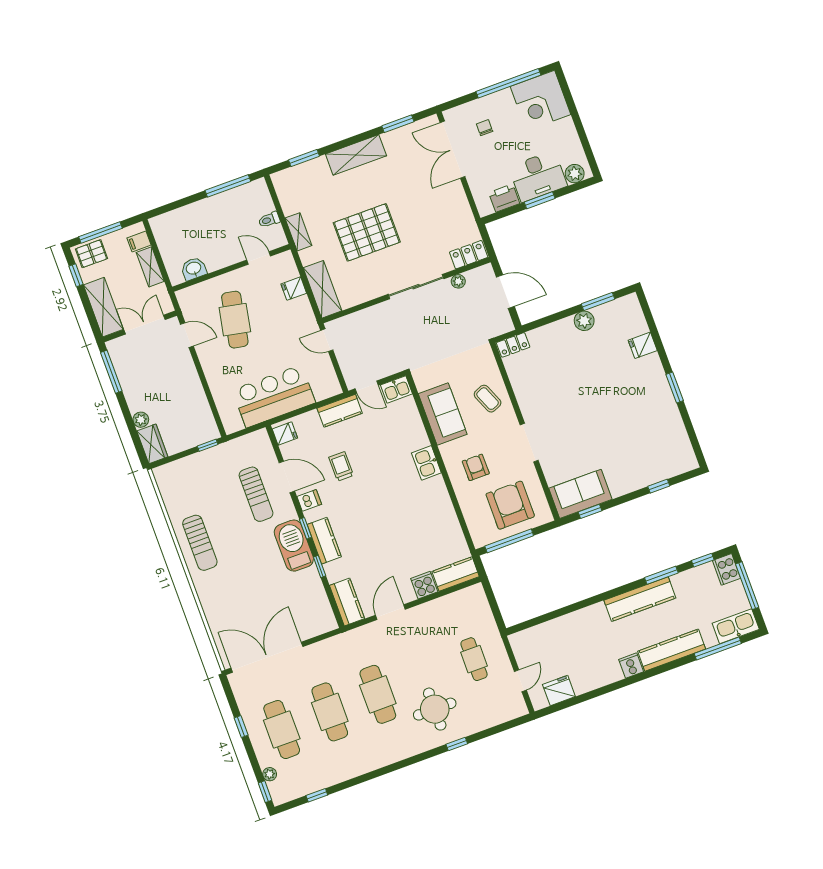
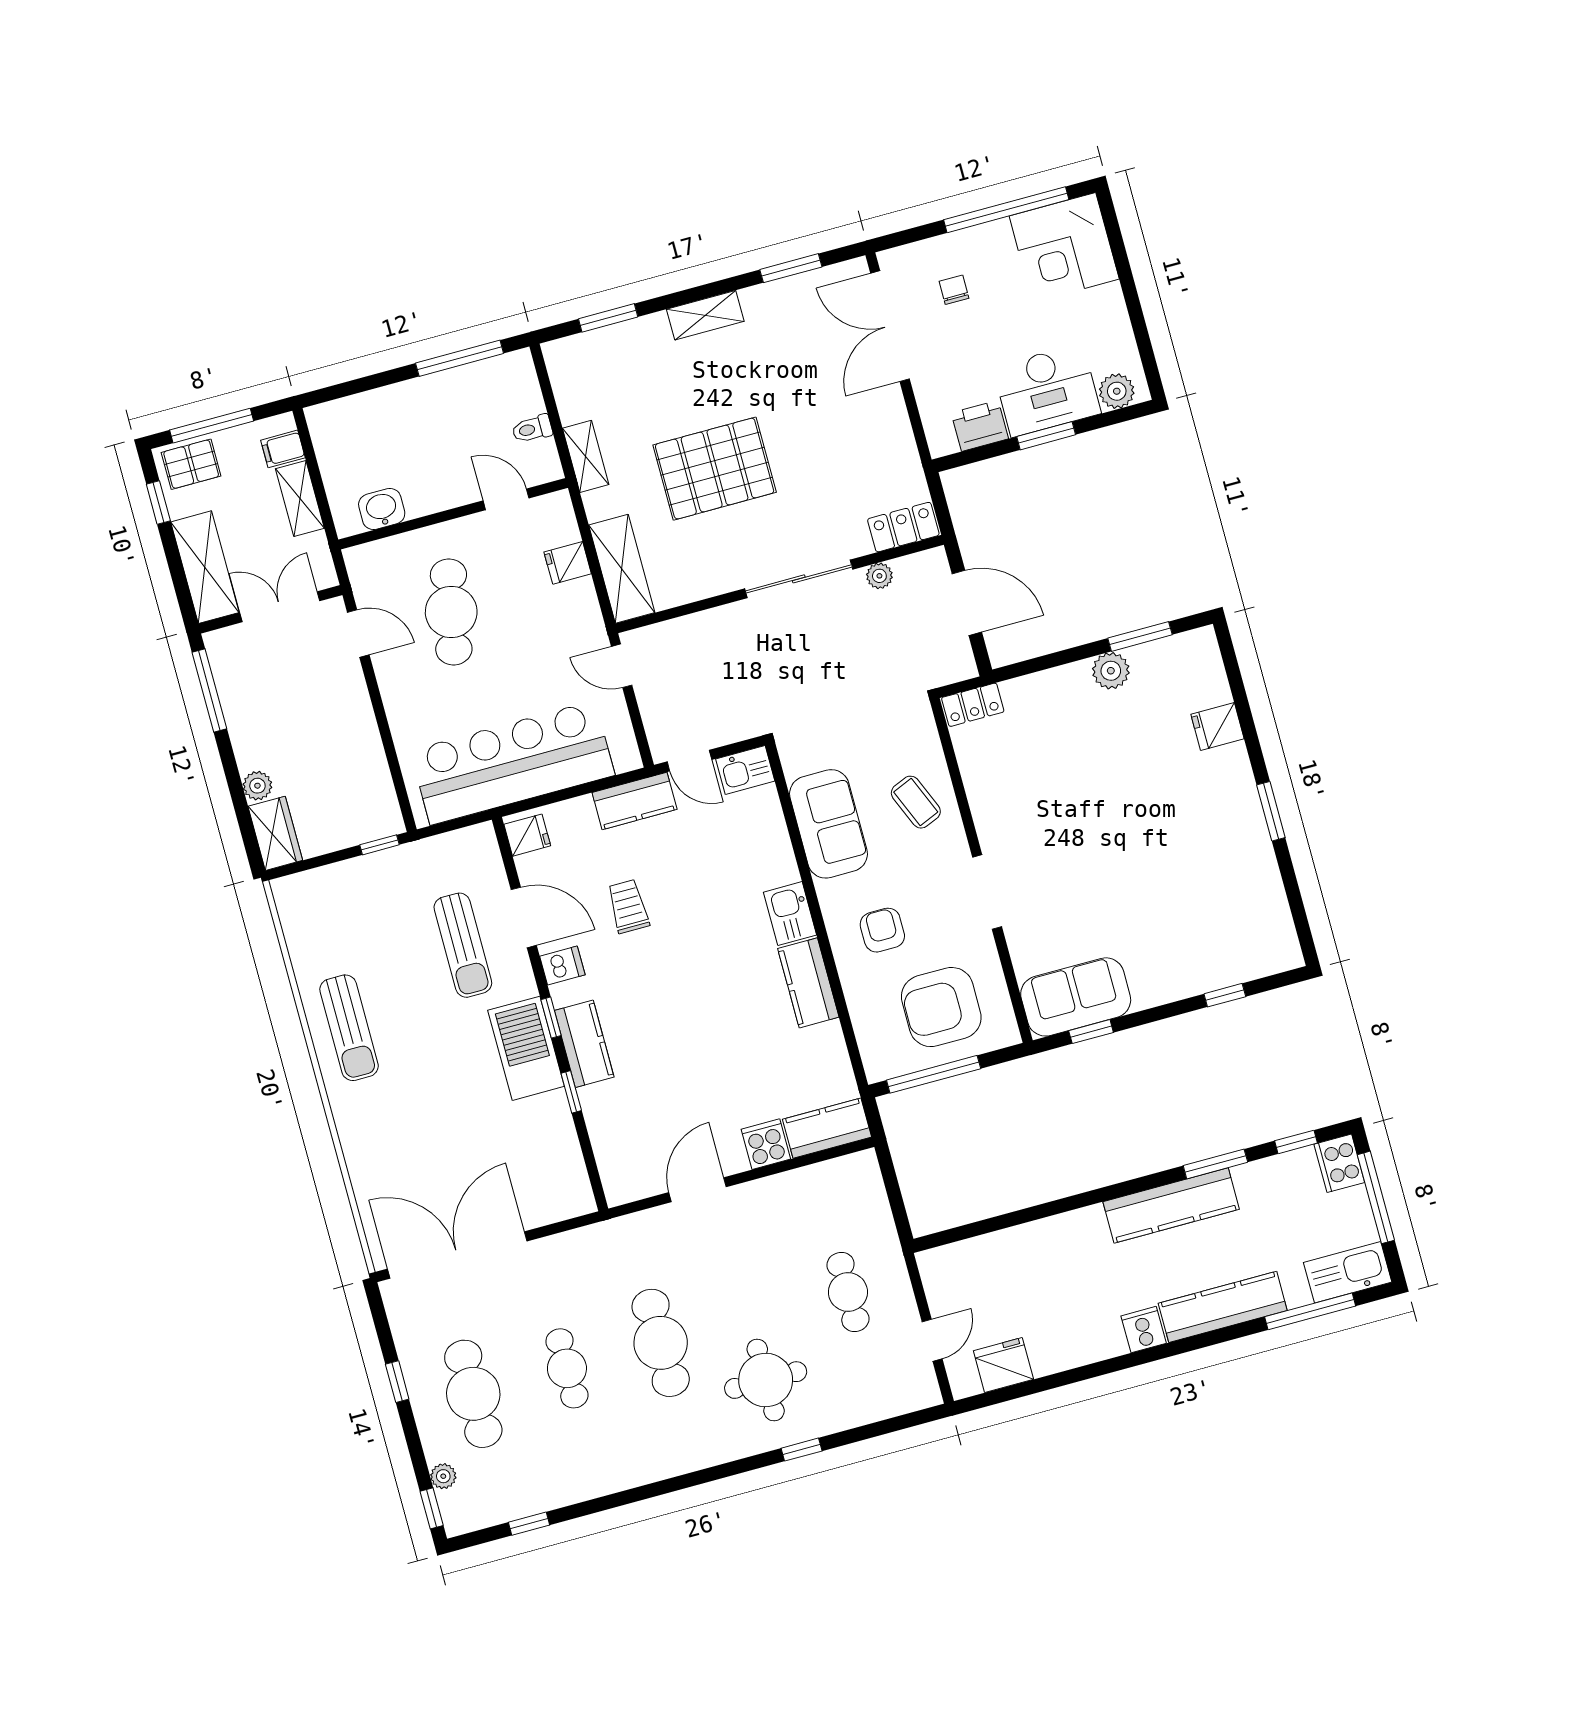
shelving: (356, 155) -> (705, 315), width x0.67, depth x0.75
bar counter: (274, 396) -> (513, 763), width x1.36
armchair: (510, 505) -> (941, 1007), turned -90
kitchen counter: (347, 602) -> (808, 983), moved, turned 180
cafe table: (330, 712) -> (567, 1368), width x0.73, depth x0.74

